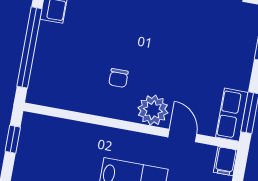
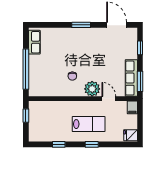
row of seats: (232, 115) -> (131, 78), width x1.48

